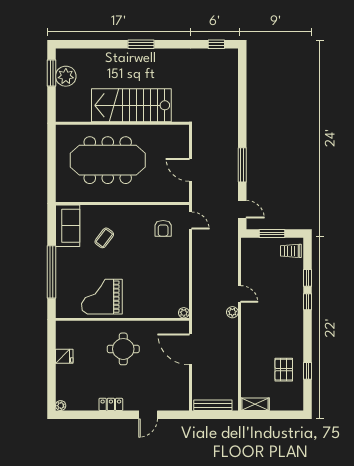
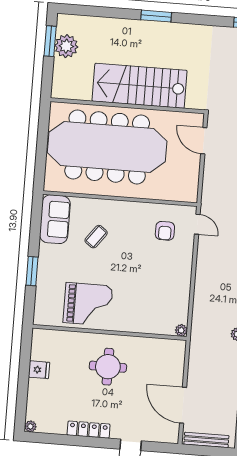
meeting table: (108, 160) -> (107, 147), width x1.36, depth x1.27
door: (190, 170) -> (204, 141), moved
window: (52, 272) -> (32, 271), width x0.47
grand piano: (102, 297) -> (88, 304), turned 180
door: (190, 349) -> (183, 405), moved
locker: (111, 404) -> (89, 430), width x1.53

